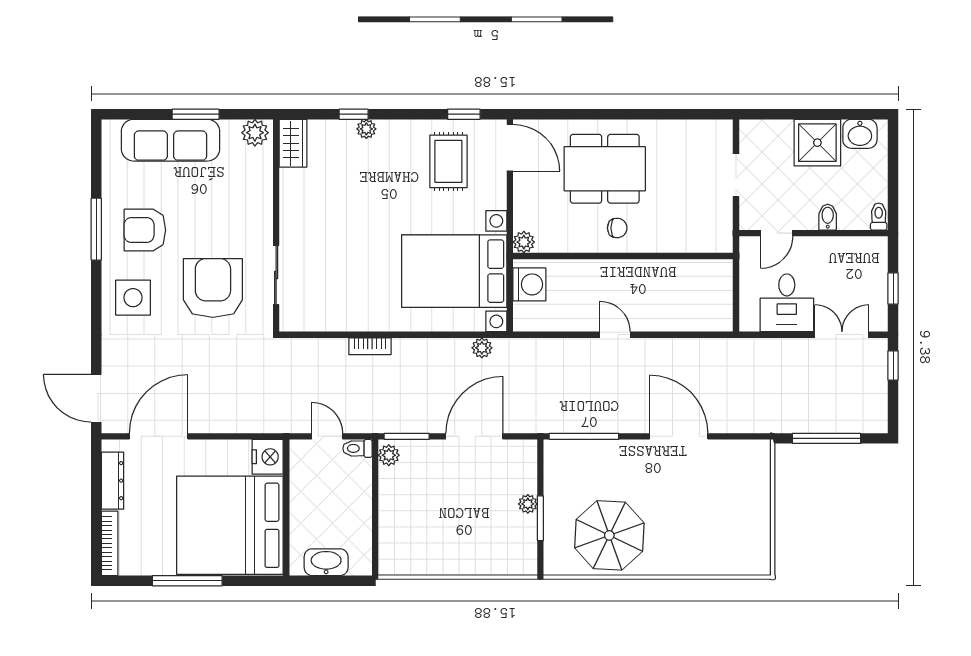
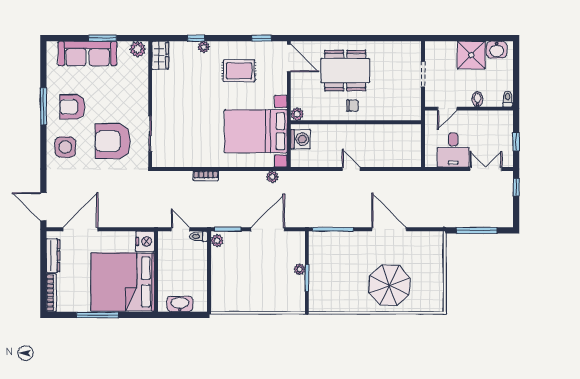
rug: (448, 161) -> (239, 71), moved, turned 90
armchair: (213, 288) -> (113, 141), turned -90
parasol: (609, 535) -> (389, 285), moved

